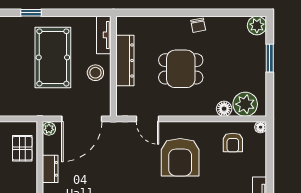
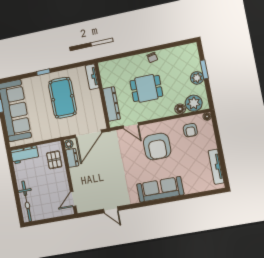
plant: (257, 26) -> (197, 78), moved
dresser: (125, 61) -> (112, 104), moved
stool: (95, 73) -> (91, 102), removed
dresser: (50, 169) -> (72, 158), moved

